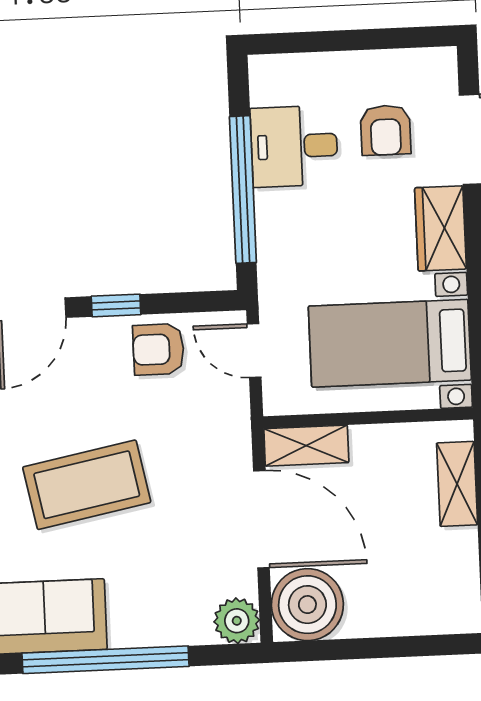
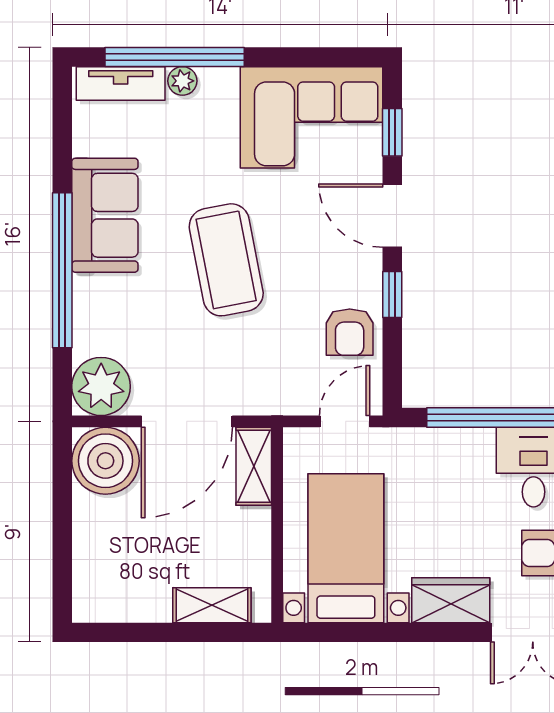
armchair: (158, 349) -> (350, 332), turned 180
plant: (237, 621) -> (101, 386), width x1.36, depth x1.36

